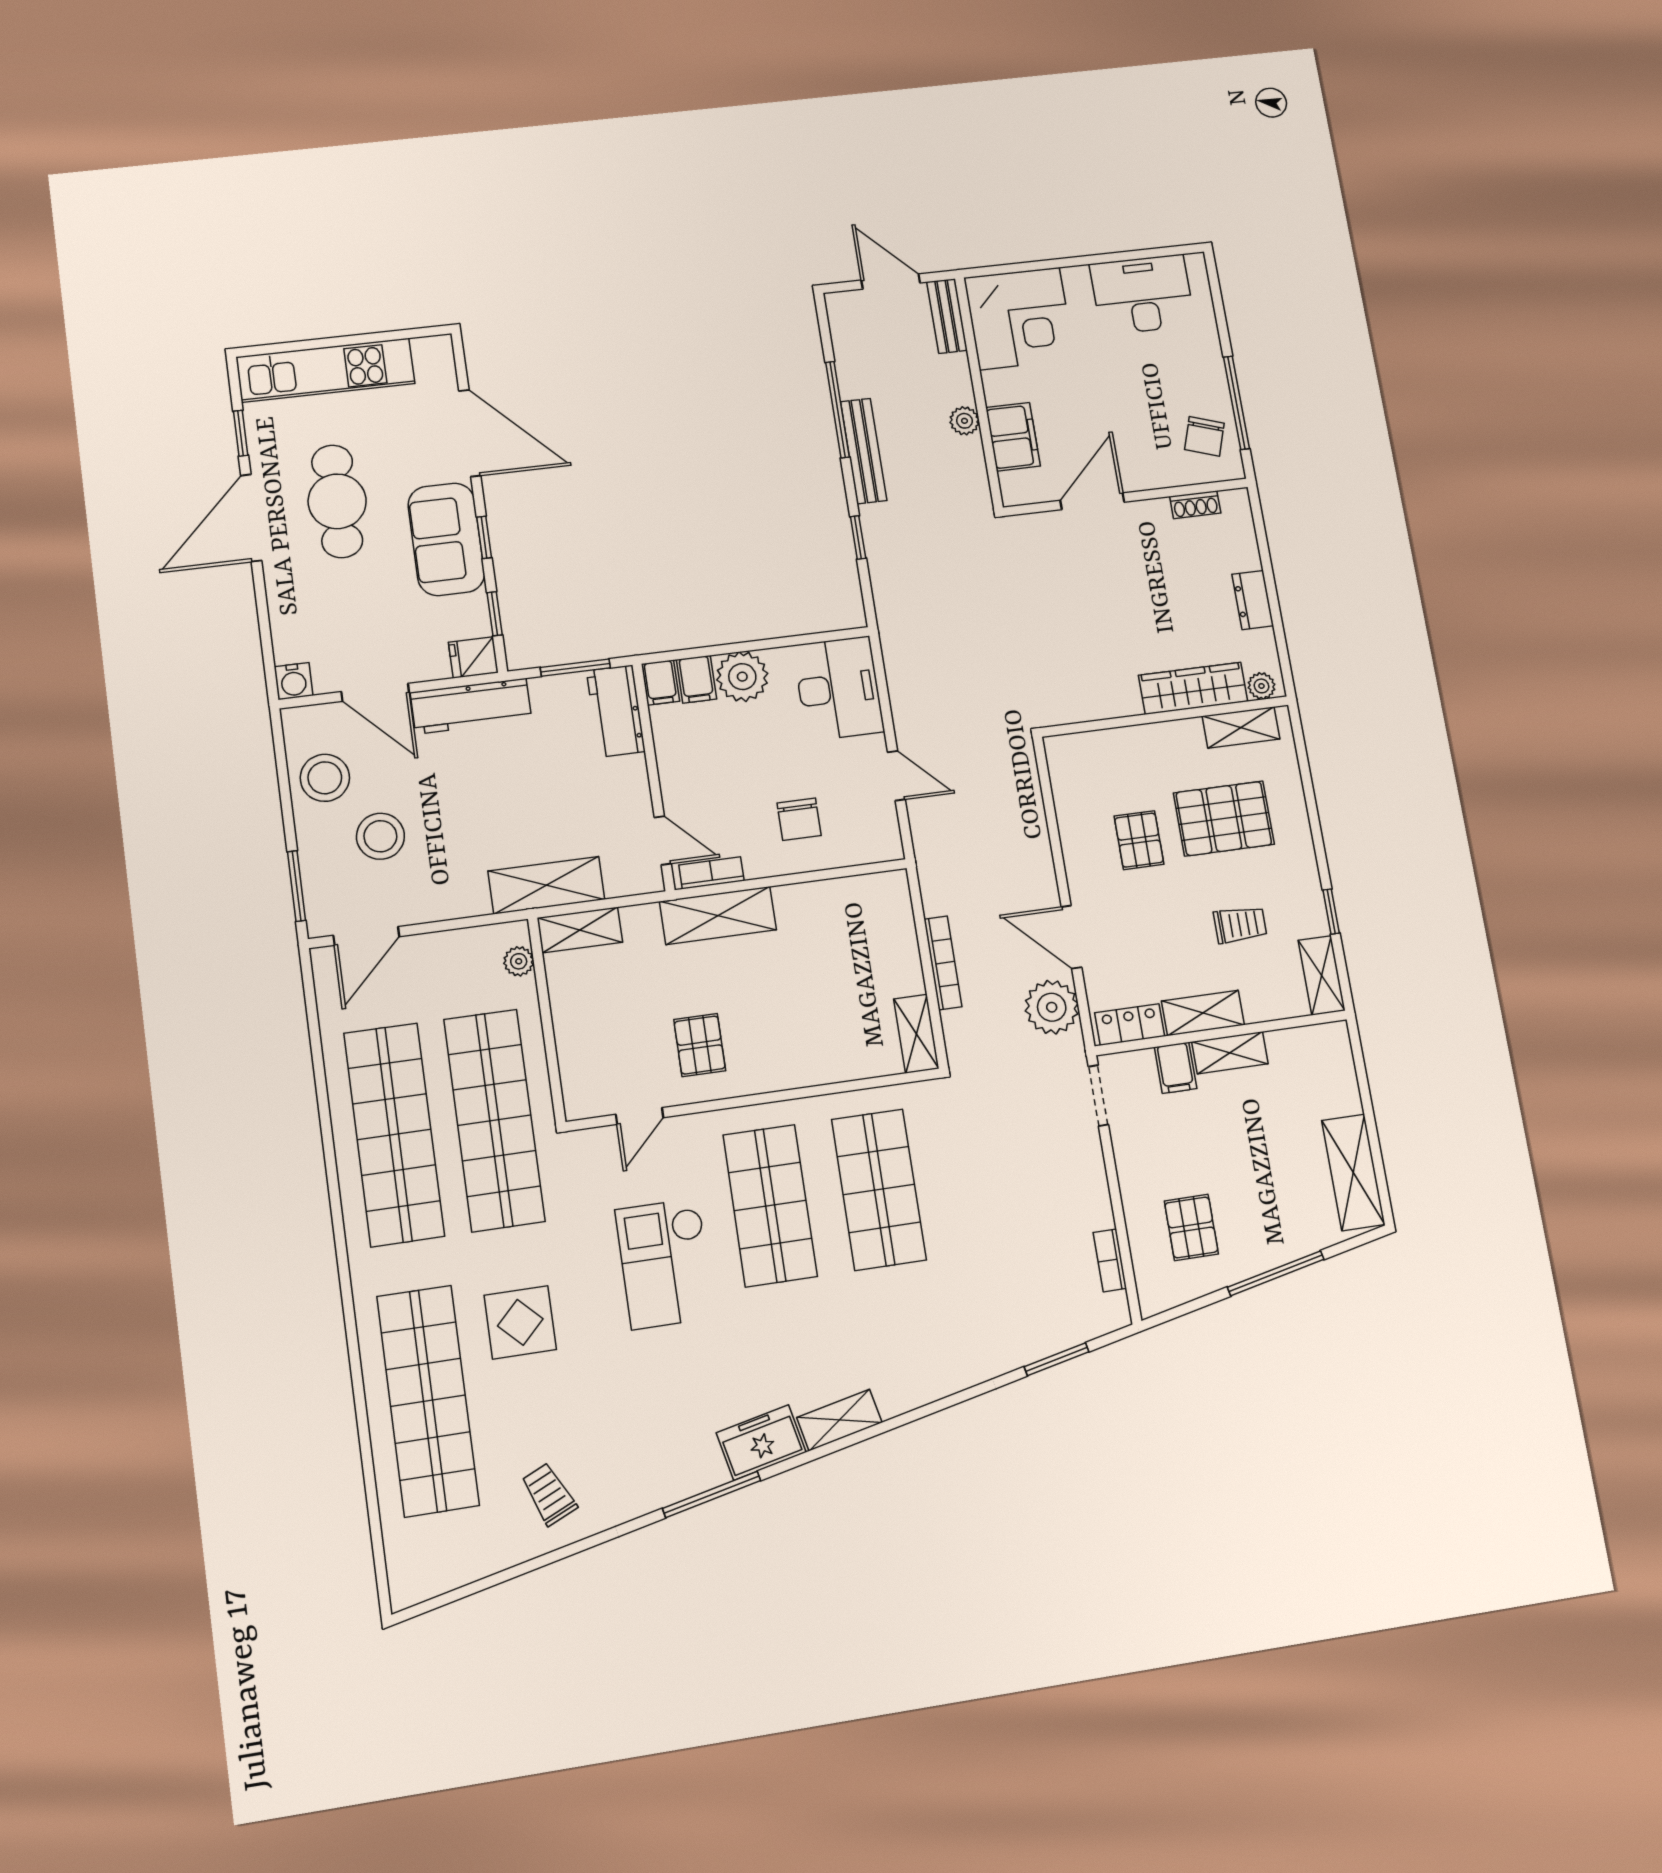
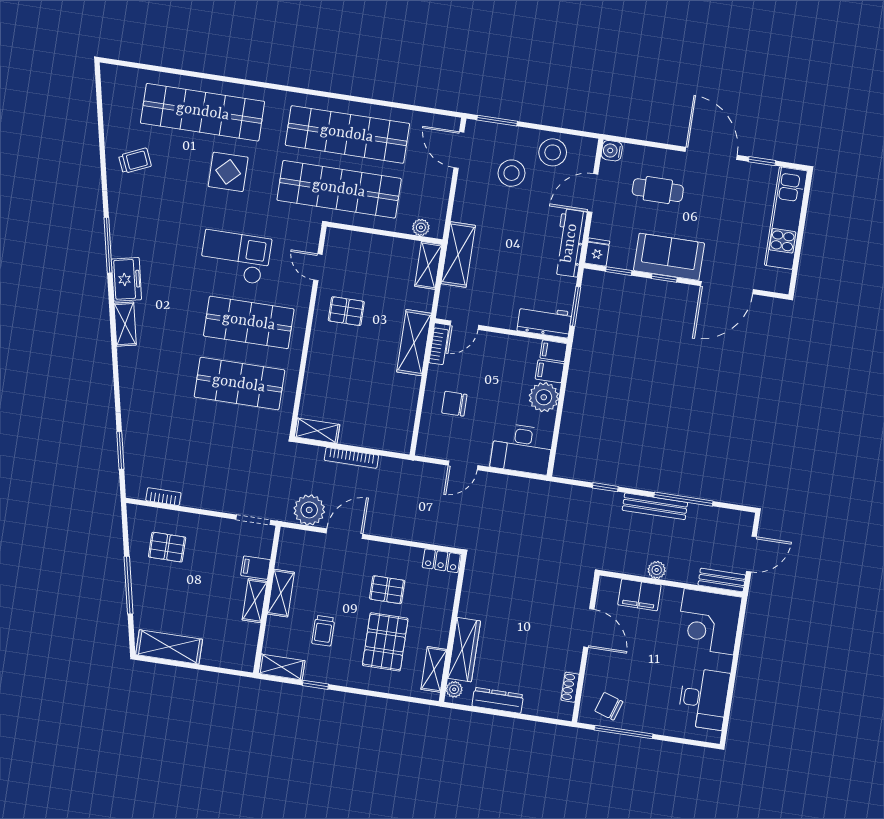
cafe table: (337, 501) -> (658, 190), moved, width x0.73, depth x0.74
dresser: (1253, 600) -> (498, 700), width x1.44
locker: (1130, 1025) -> (441, 561), moved, turned 90

